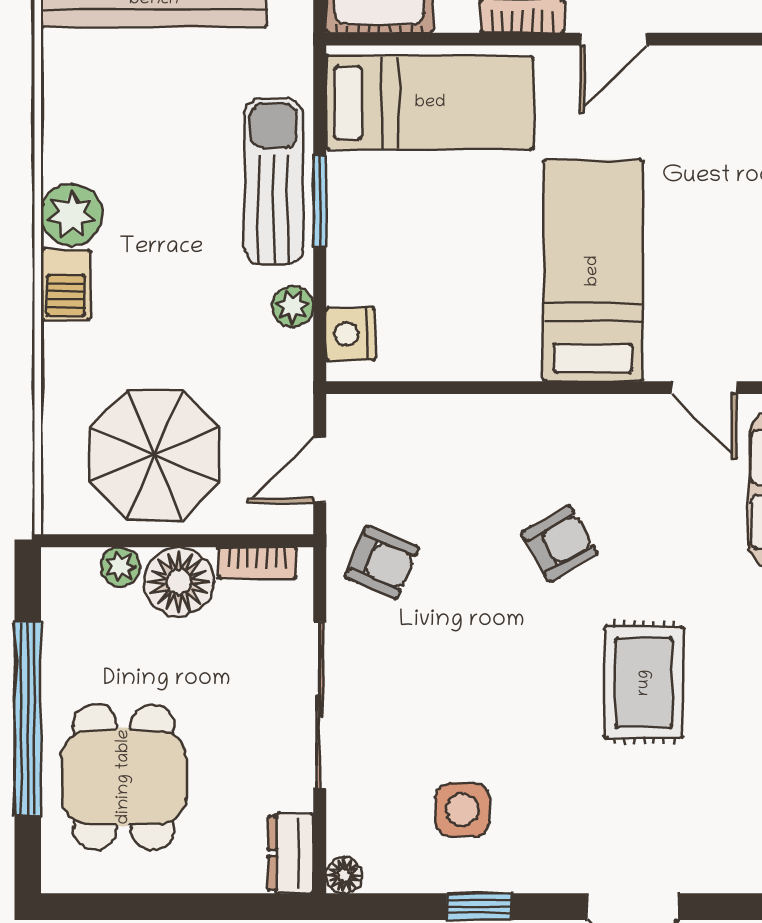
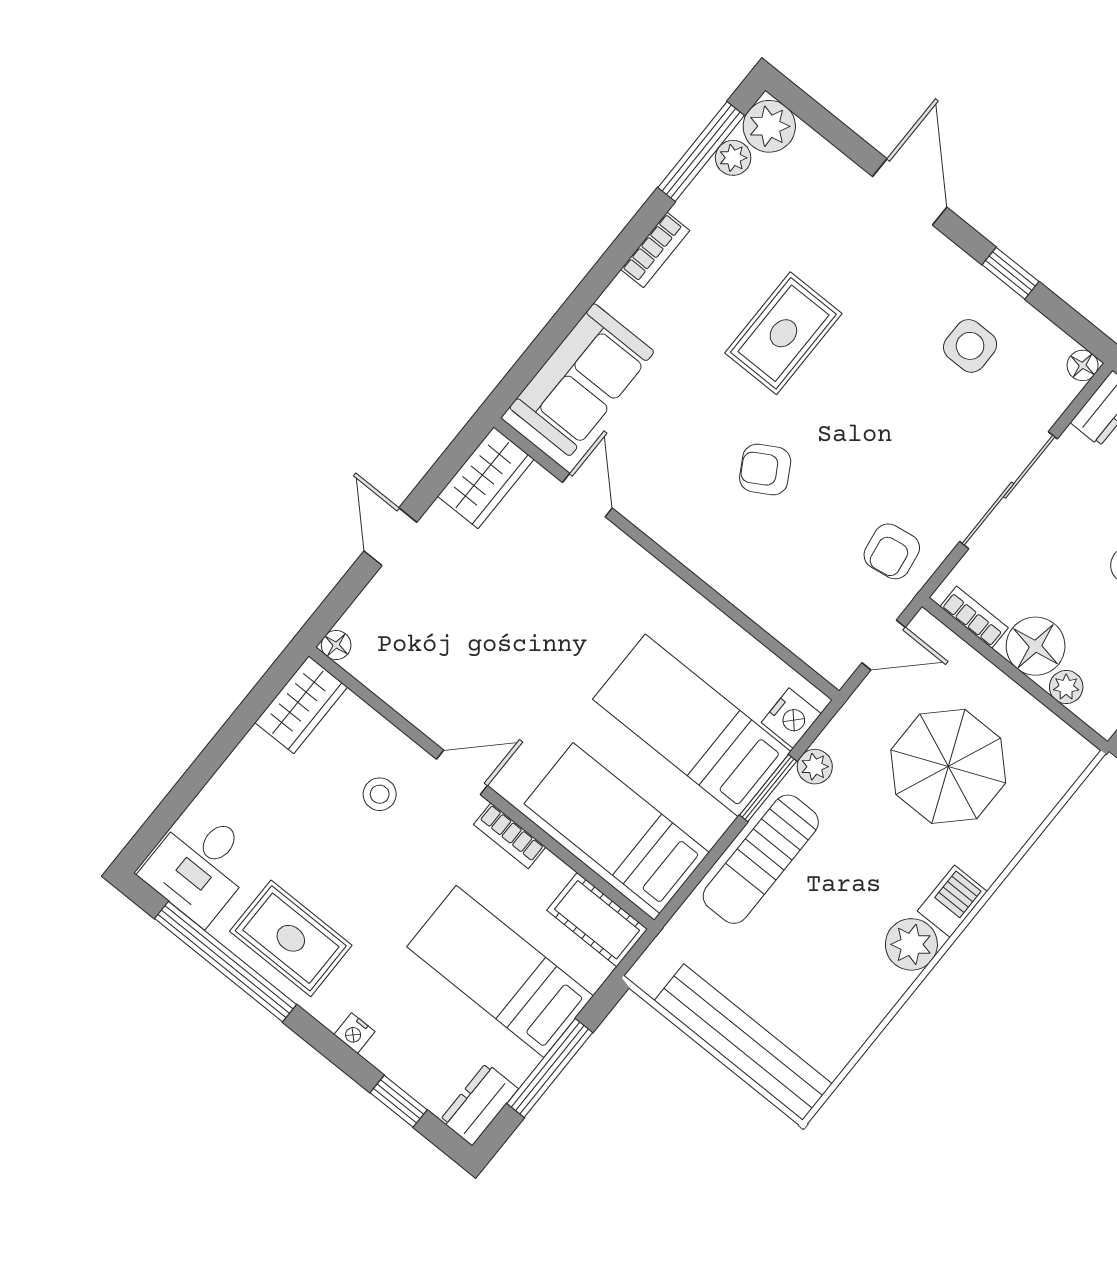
window: (320, 201) -> (768, 788), moved
bed: (593, 271) -> (692, 725), moved, turned 90
parasol: (155, 455) -> (948, 766), moved
armchair: (382, 562) -> (892, 551), turned -122

